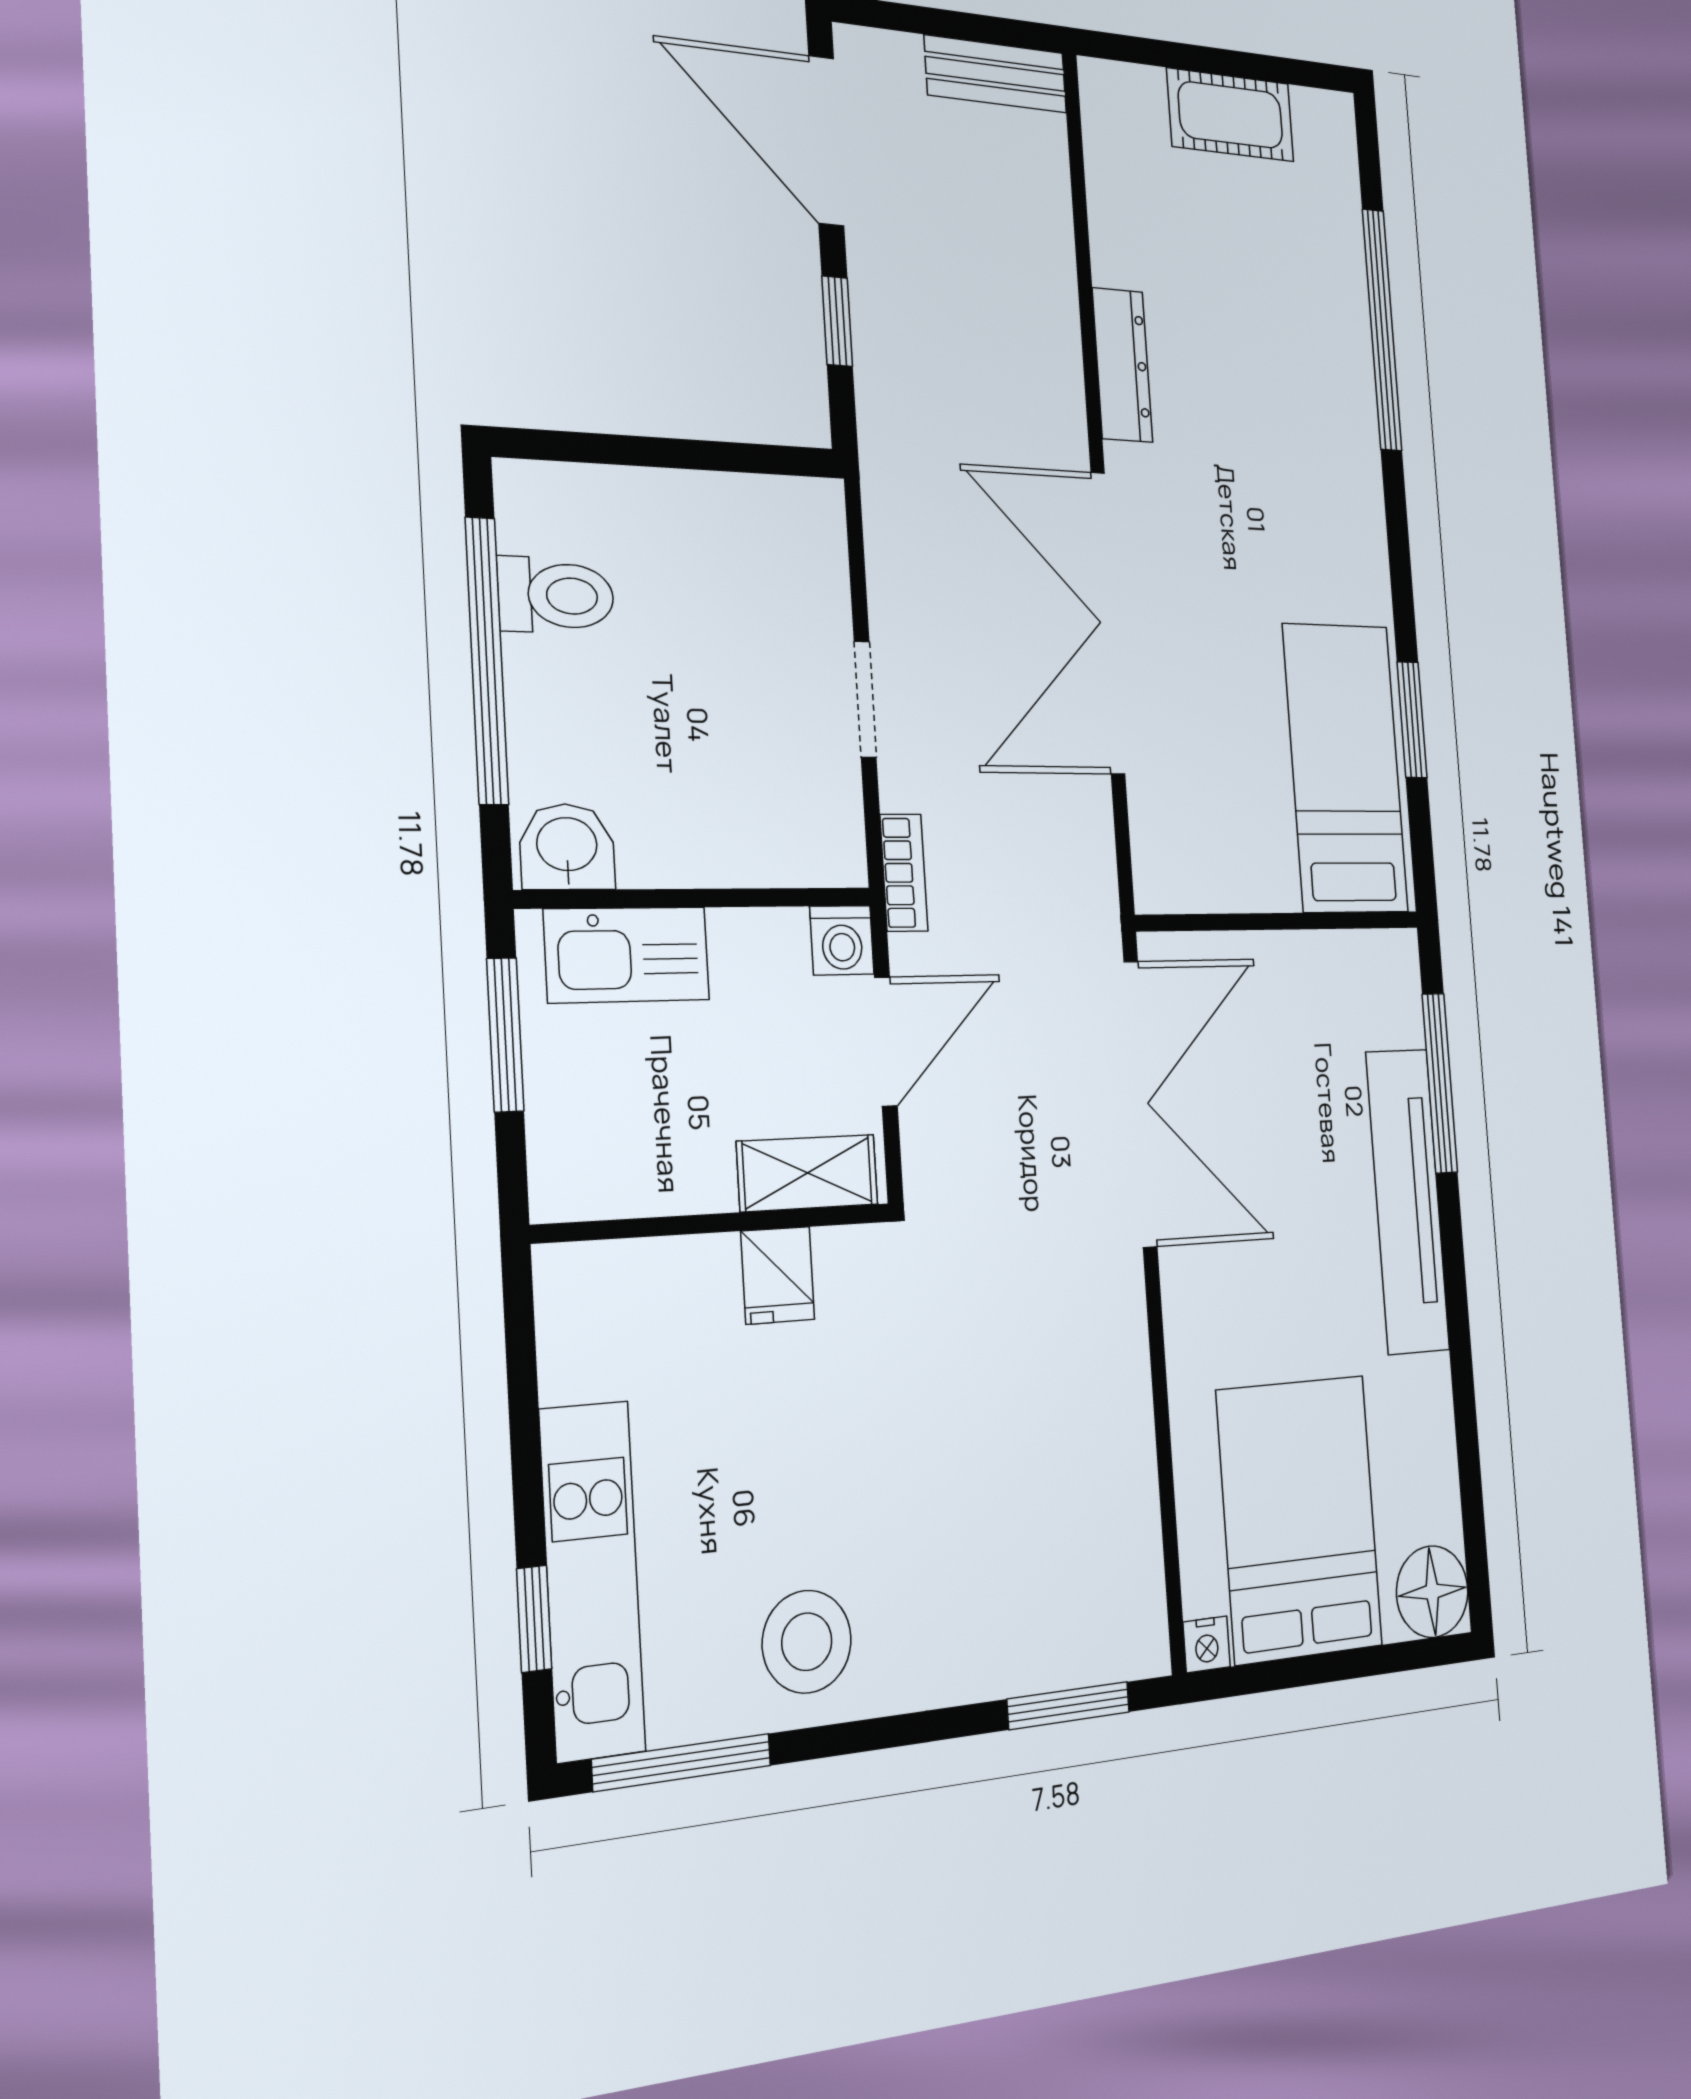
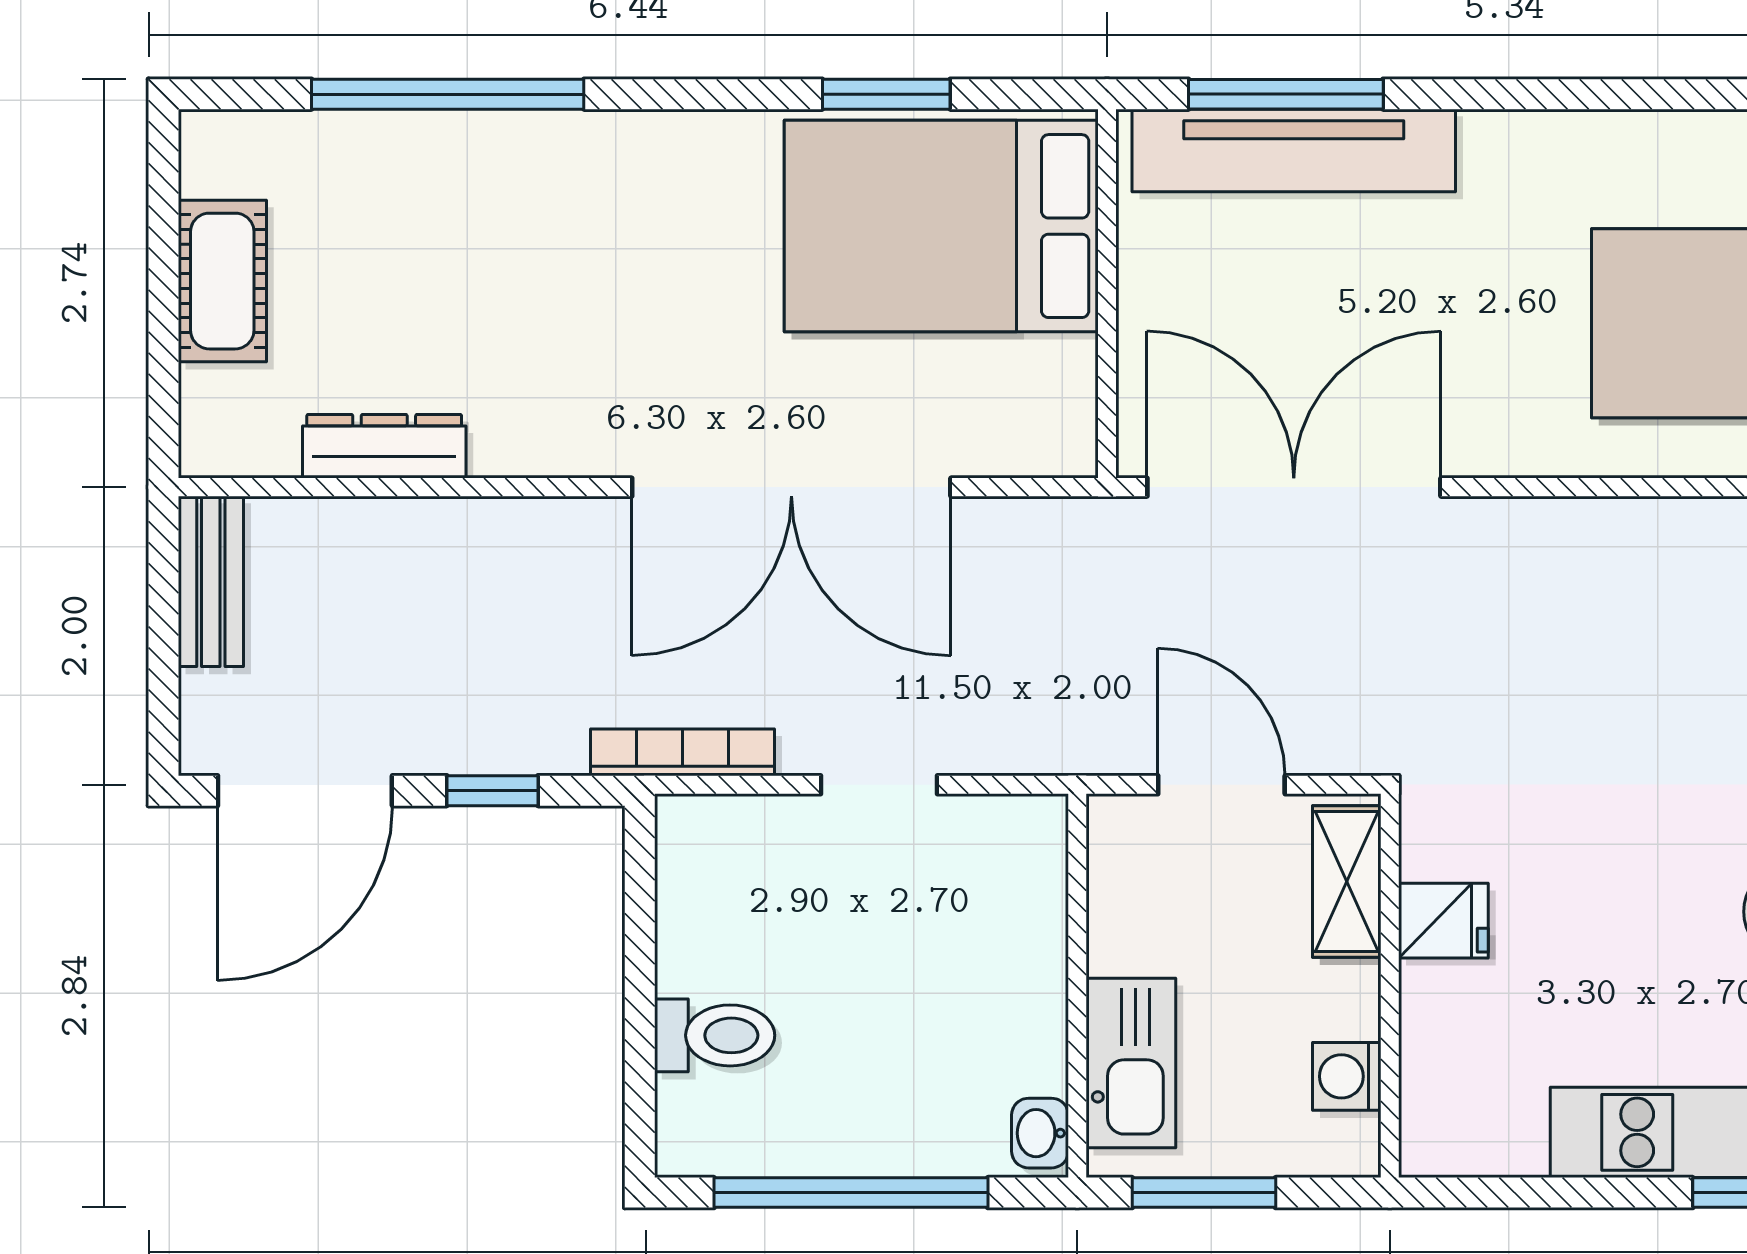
dresser: (1122, 365) -> (384, 446), moved
toilet: (556, 595) -> (715, 1035), moved, turned 90
bed: (1345, 768) -> (941, 226), width x1.50
washbasin: (567, 847) -> (1040, 1133), width x0.72, depth x0.69
bookcase: (904, 873) -> (682, 752), moved, width x1.56
washing machine: (842, 940) -> (1347, 1076), moved, turned 180
tv unit: (1408, 1201) -> (1294, 150), moved

